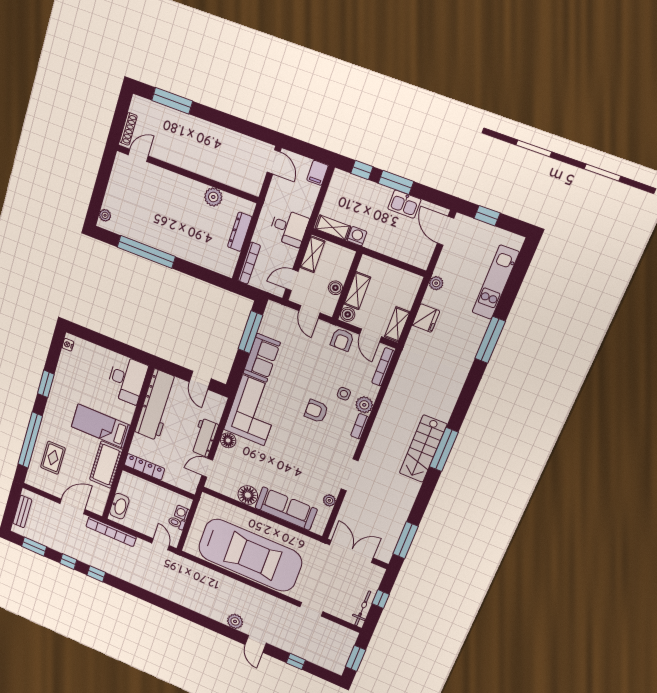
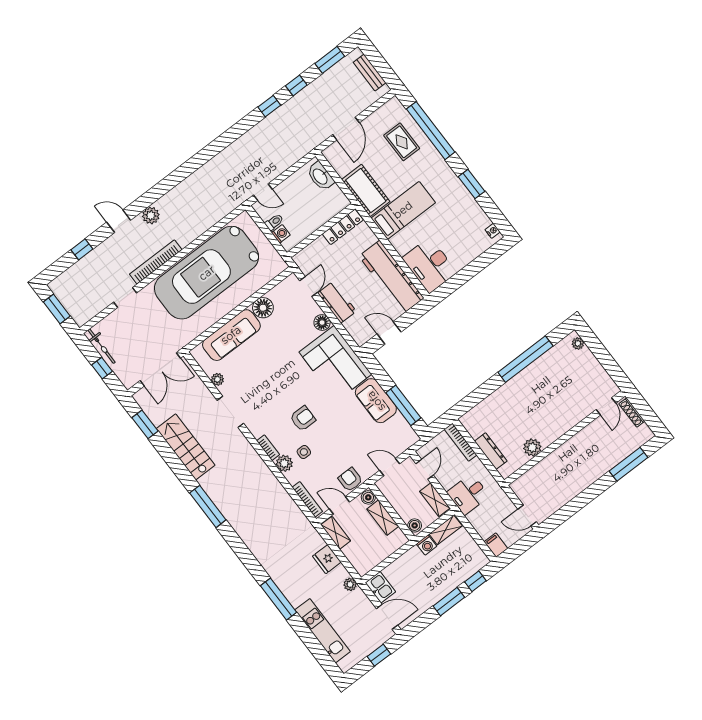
kitchen sink: (404, 204) -> (380, 587), moved, turned 90
boiler: (335, 288) -> (415, 525), moved
stairs: (423, 449) -> (186, 447), moved
bookcase: (111, 532) -> (156, 262), moved
window: (405, 540) -> (145, 424), width x0.69

